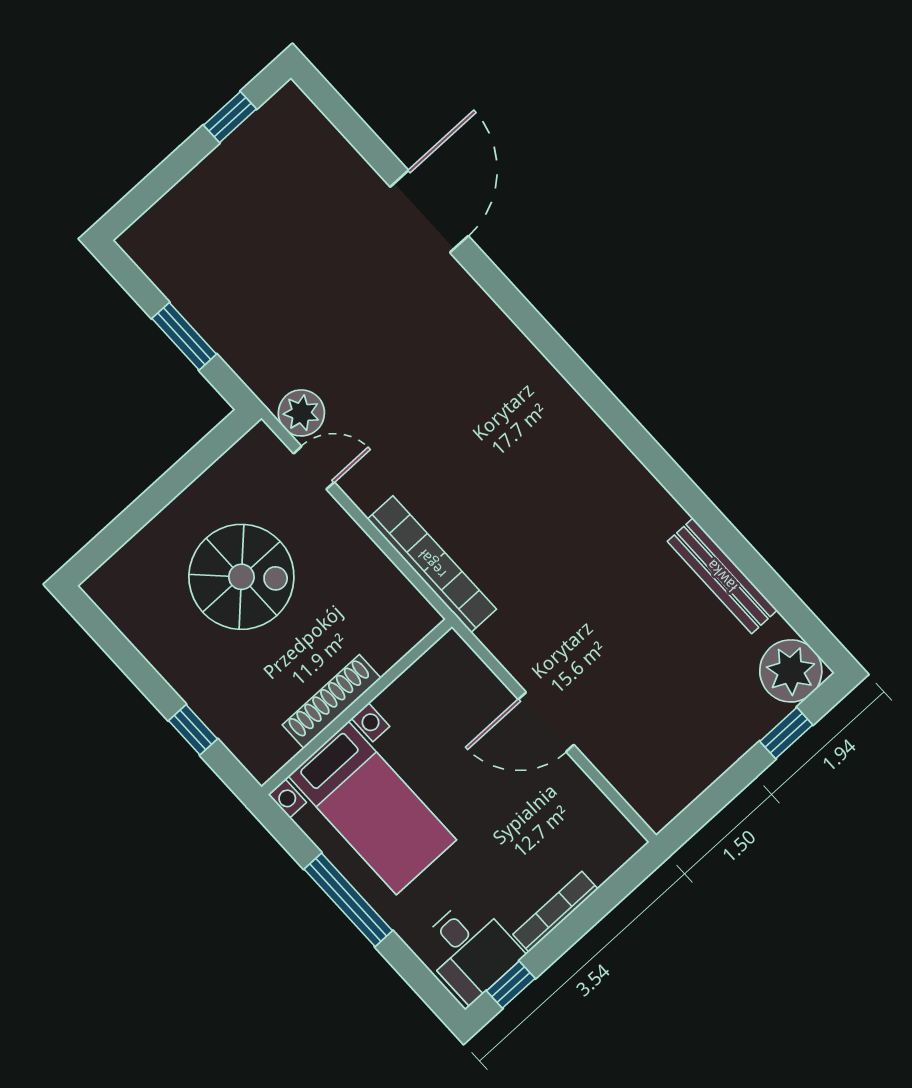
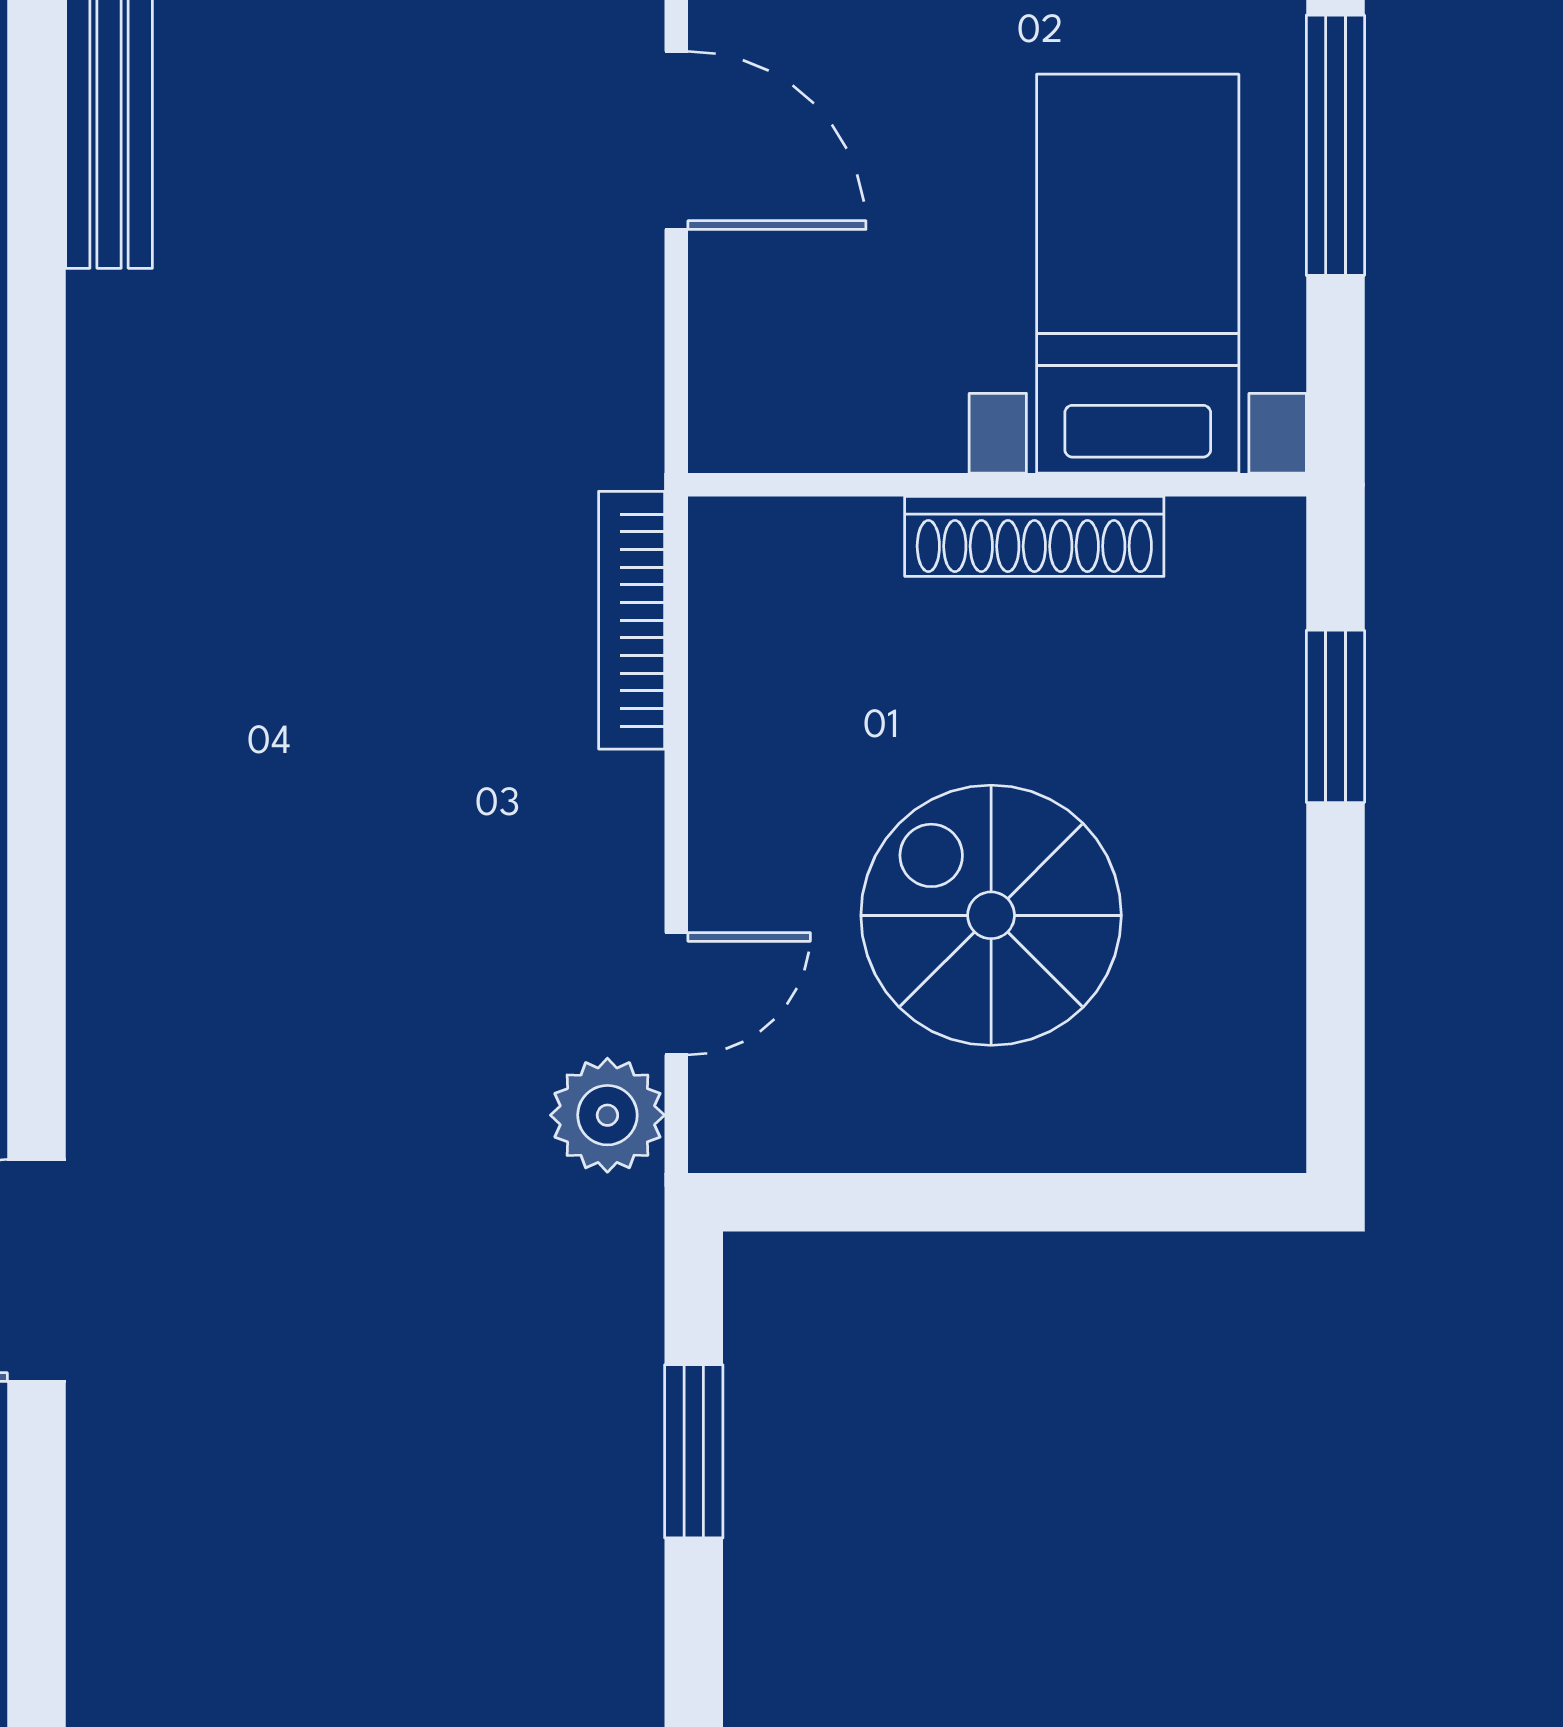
door: (314, 468) -> (676, 994), swing flipped
bookcase: (432, 564) -> (632, 620), width x0.68, depth x0.76
window: (193, 730) -> (1335, 716), width x1.50

